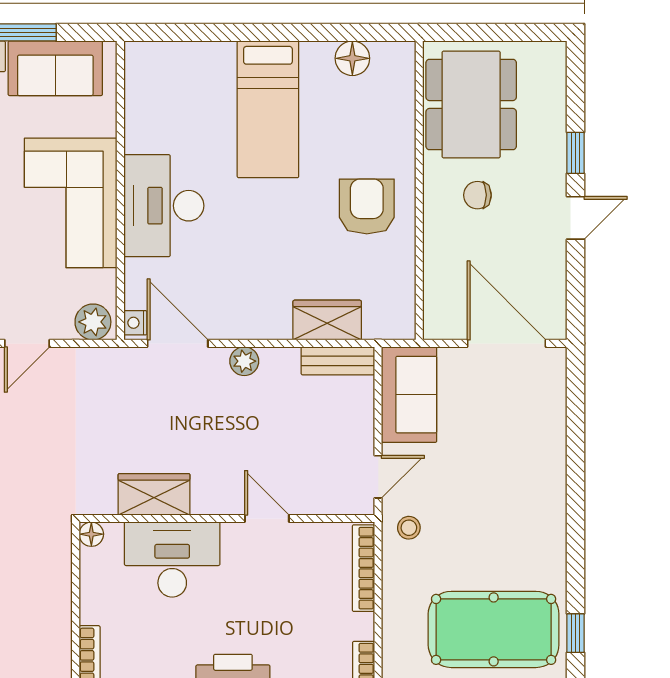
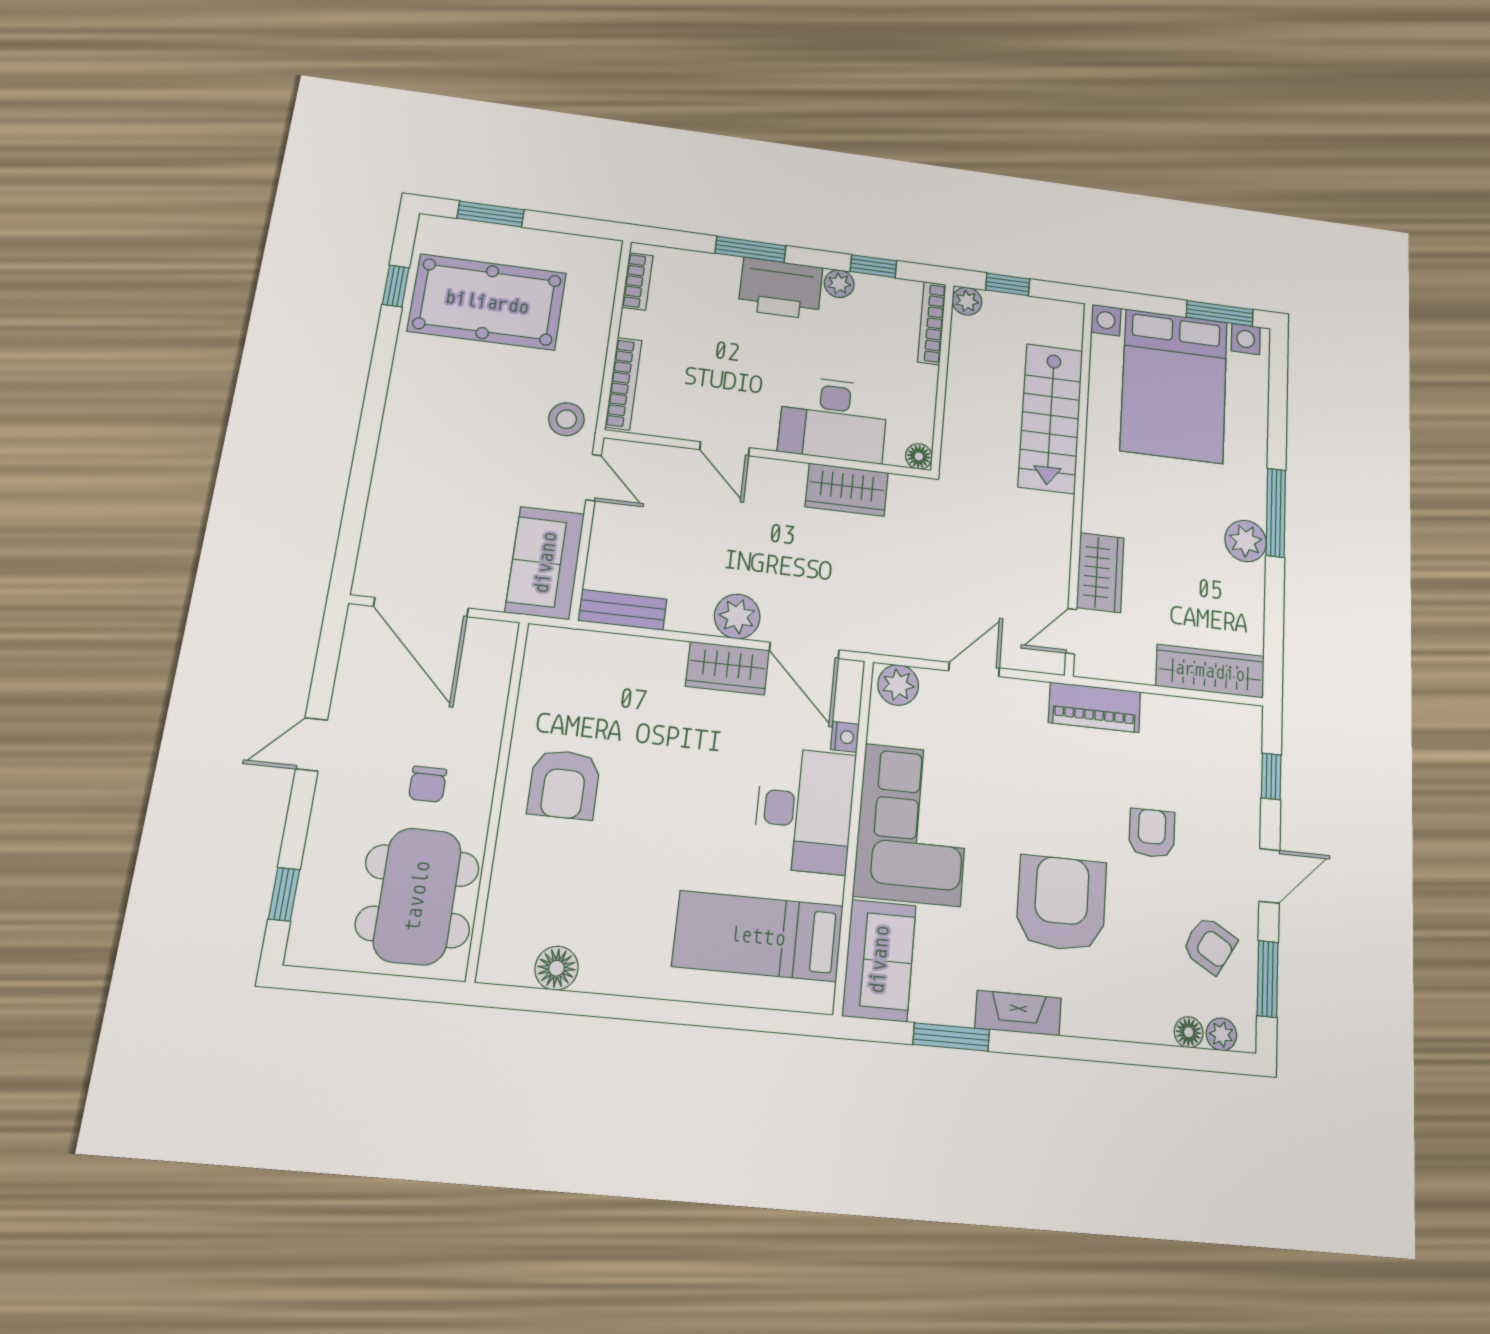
sofa: (55, 68) -> (879, 960), moved, turned 90
bed: (268, 109) -> (758, 936), moved, turned -90
window: (576, 153) -> (284, 894), moved
chair: (477, 195) -> (428, 784), turned 90
wardrobe: (327, 320) -> (727, 668), moved
nightstand: (135, 323) -> (845, 737), moved
plant: (244, 361) -> (737, 616), width x1.38, depth x1.38
door: (378, 477) -> (594, 478), swing flipped
stool: (409, 528) -> (566, 419), width x1.37, depth x1.37

